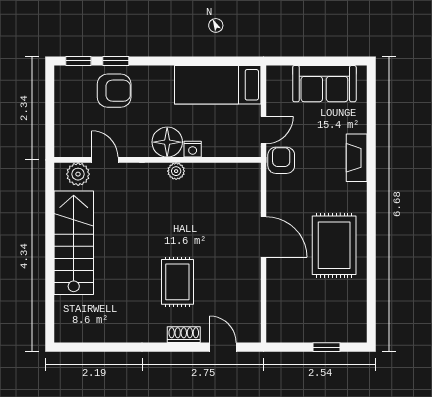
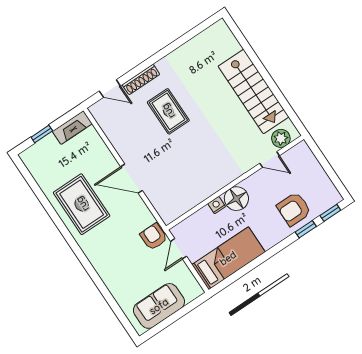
fireplace: (357, 158) -> (72, 128), moved, turned 90
armchair: (281, 160) -> (154, 237), turned 180
plant: (176, 171) -> (218, 183), removed
shoe rack: (184, 335) -> (141, 79), width x1.43

